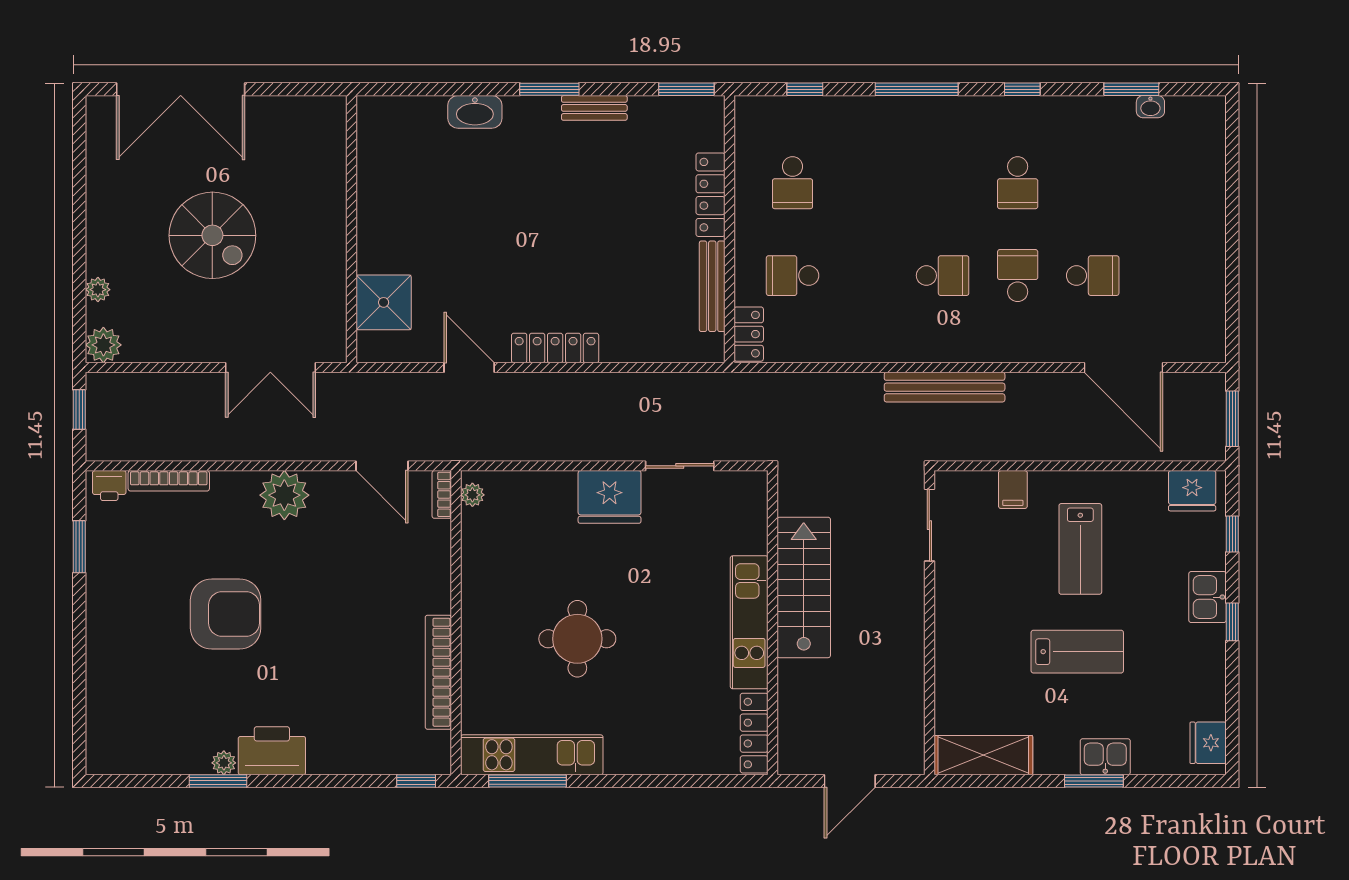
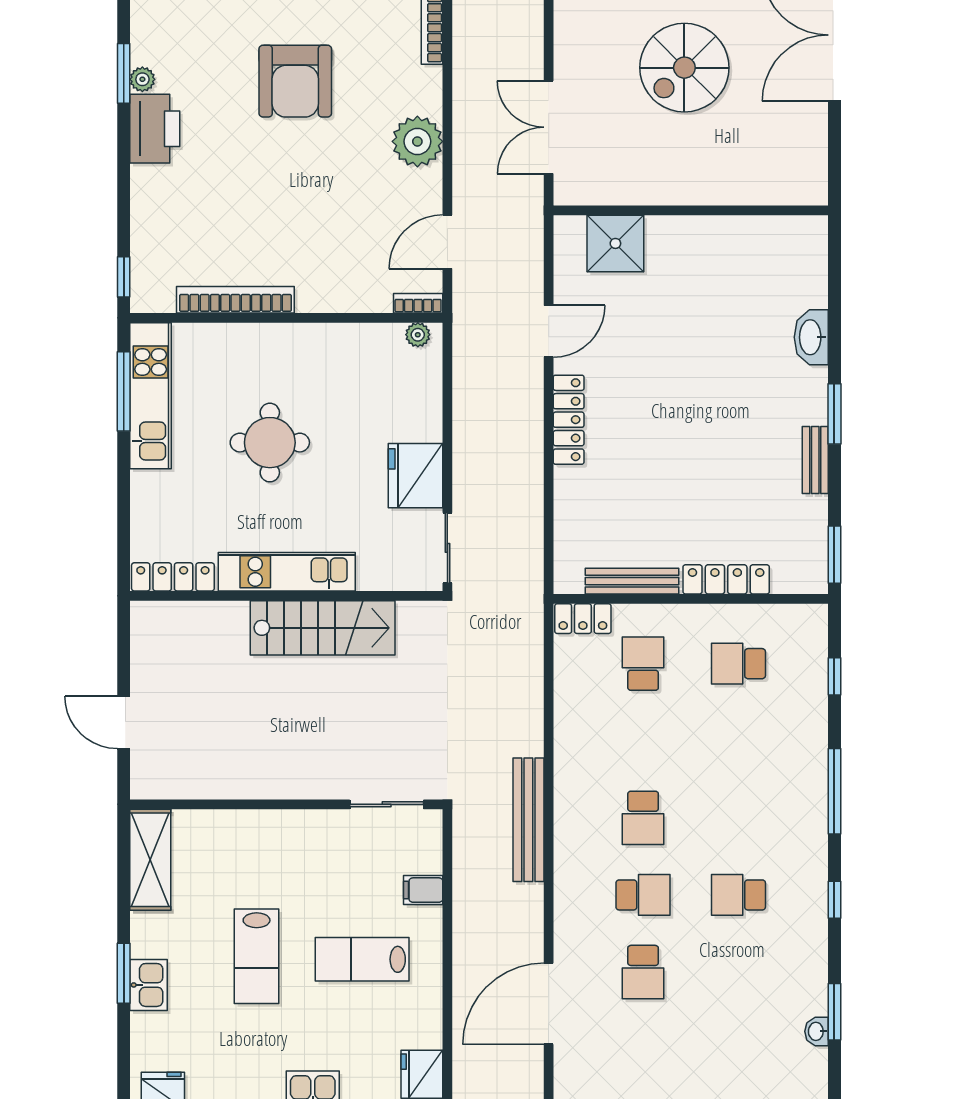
stairs: (804, 587) -> (323, 628), moved
kitchen unit: (749, 622) -> (287, 572), moved
wall: (773, 623) -> (286, 596), moved
locker: (754, 733) -> (173, 577), moved

